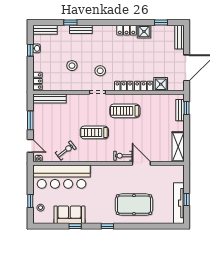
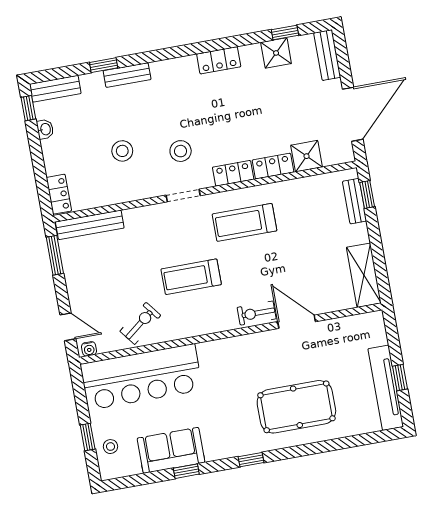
shower: (144, 32) -> (276, 53), moved
window: (30, 50) -> (28, 108), moved
window: (30, 120) -> (55, 255), moved

